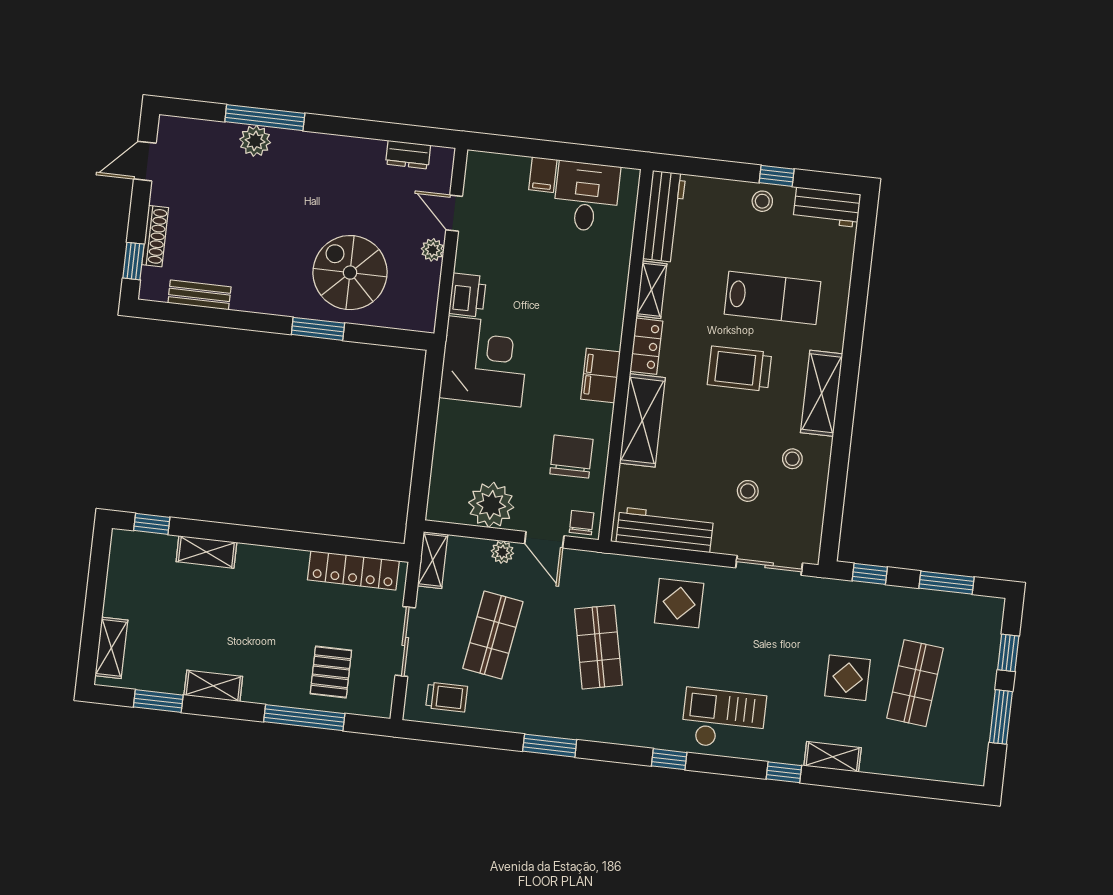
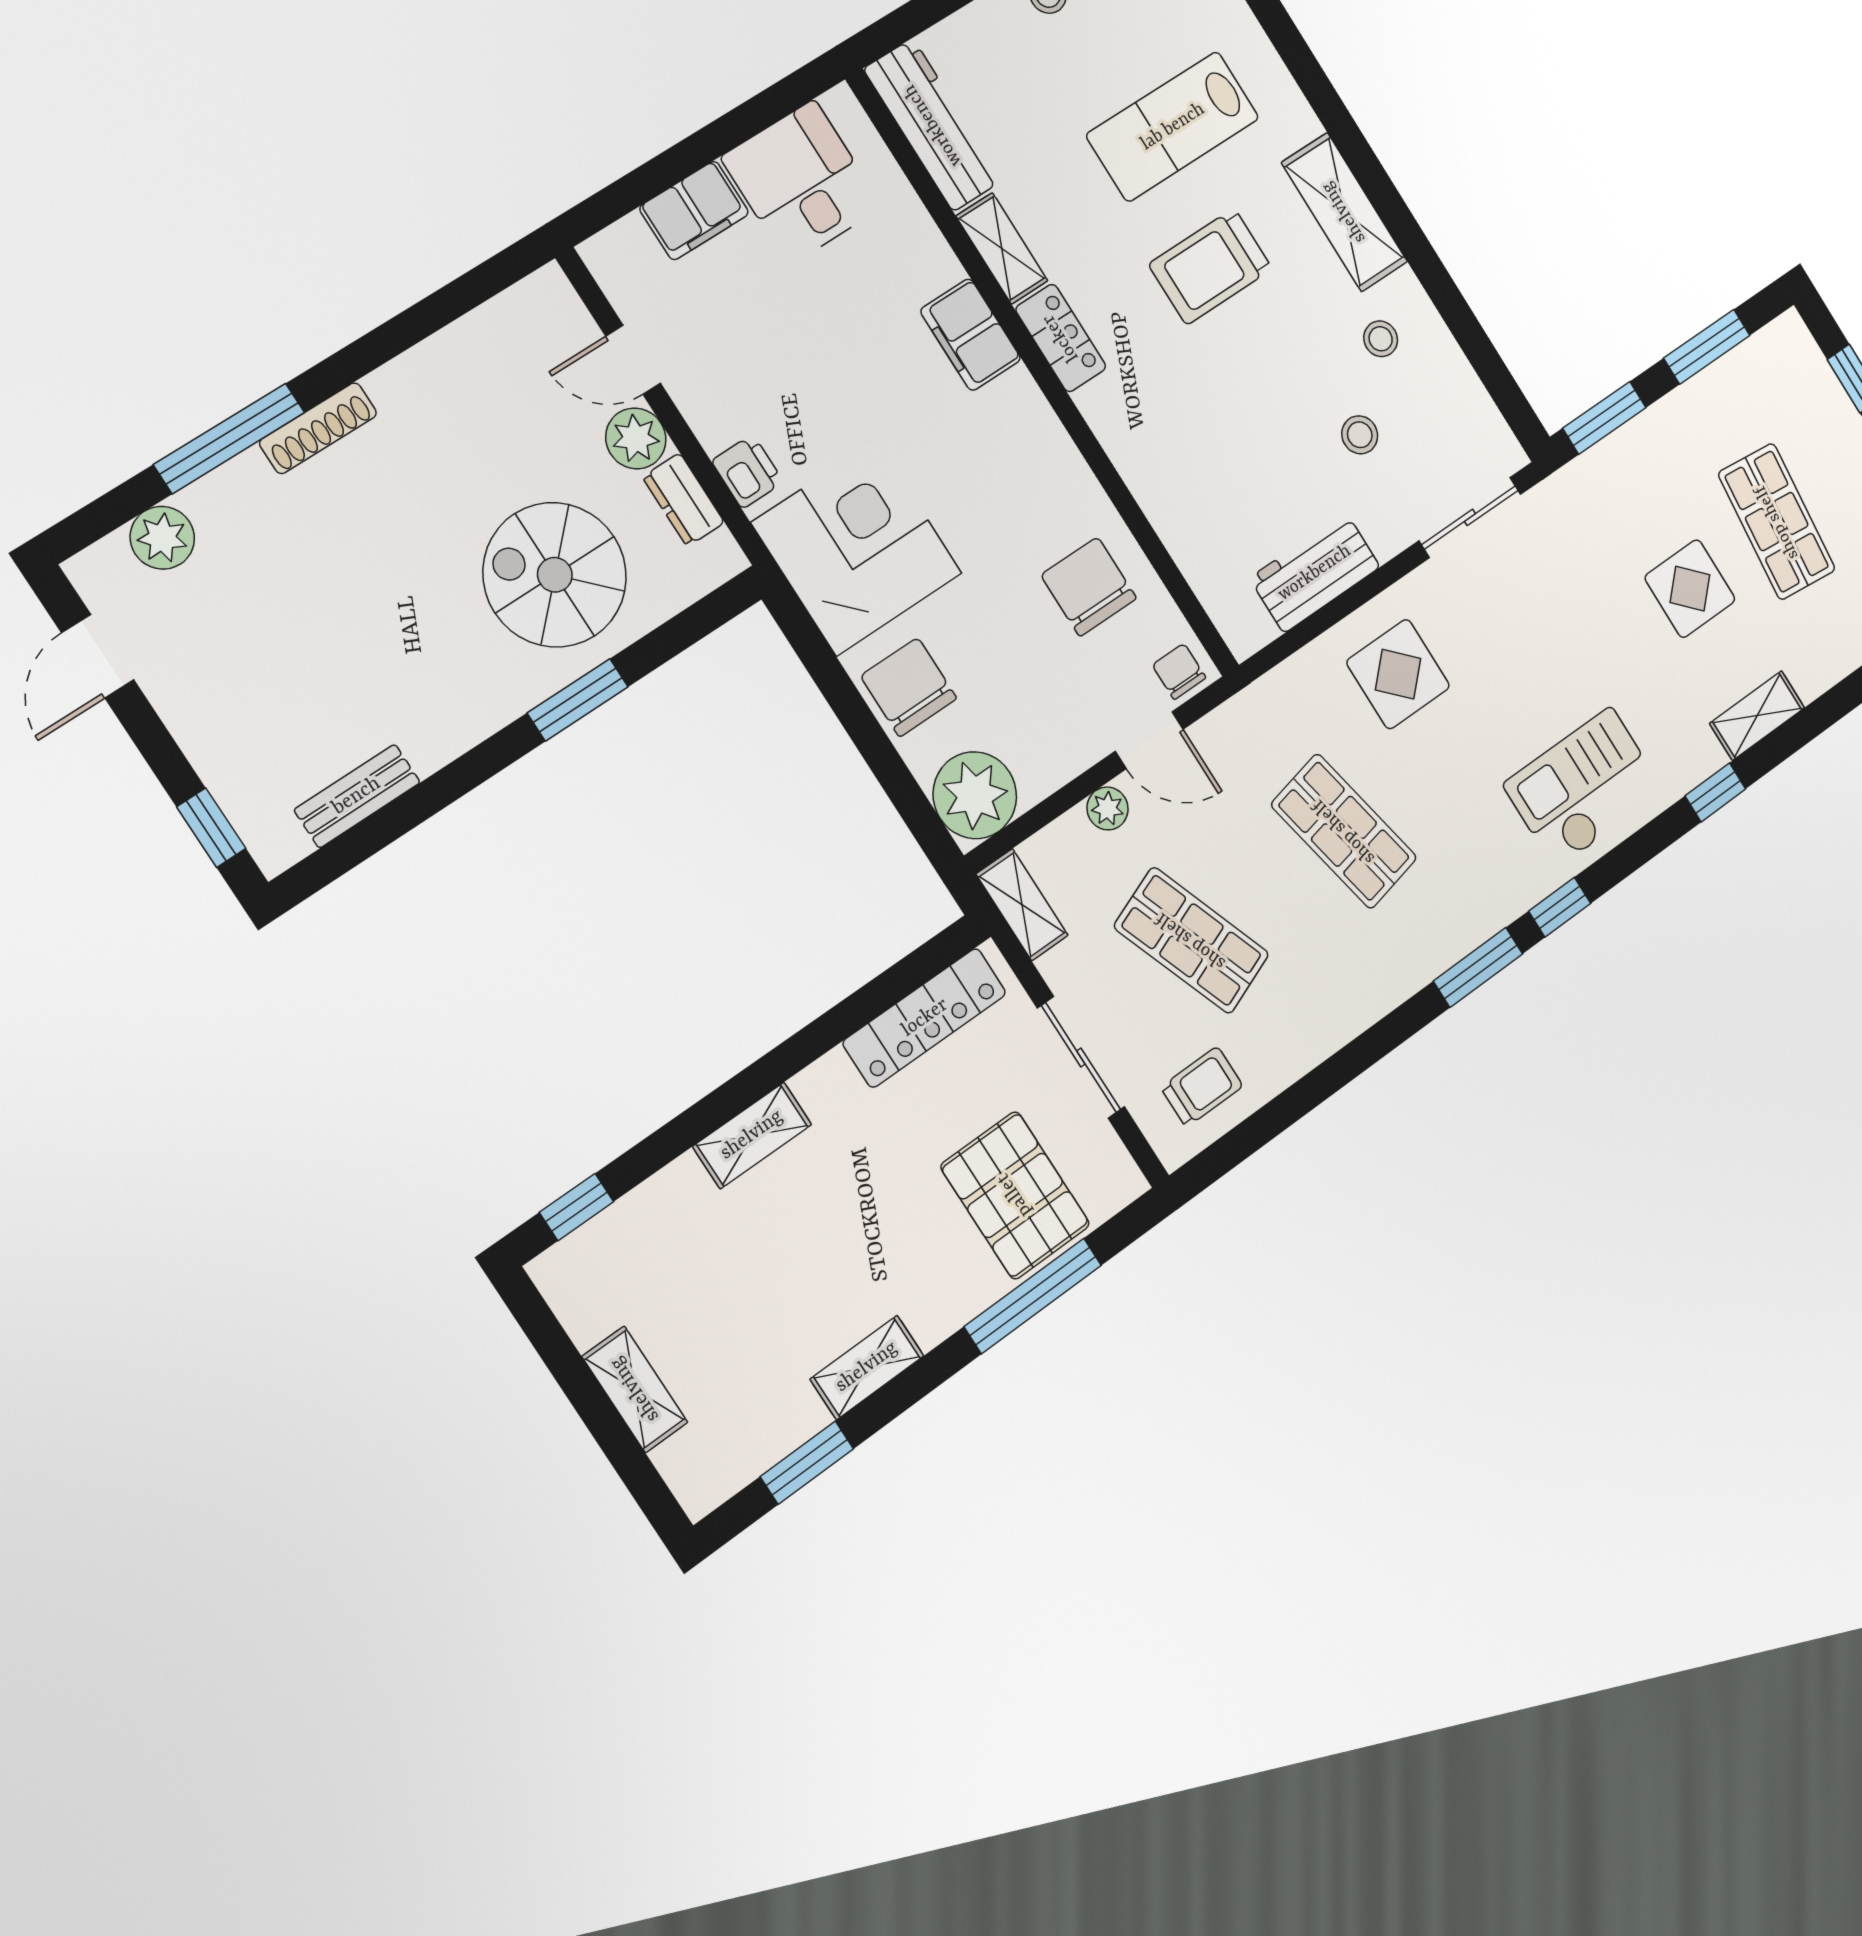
plant: (255, 141) -> (162, 538), moved
dresser: (408, 155) -> (683, 500), moved, turned 90
filing cabinet: (543, 175) -> (694, 210), width x2.00
shoe rack: (155, 236) -> (318, 428), moved, turned 90
plant: (433, 250) -> (636, 438), width x1.38, depth x1.38
printer: (468, 295) -> (747, 472), width x0.73, depth x0.81
lab bench: (772, 298) -> (1173, 127), turned 180
filing cabinet: (600, 375) -> (971, 335), moved
shelving: (642, 420) -> (1142, 452), removed
chair: (459, 434) -> (909, 687), added
plant: (491, 505) -> (975, 795), moved
workbench: (665, 530) -> (1315, 573), width x0.73
shelving: (206, 552) -> (752, 1135), moved
window: (870, 574) -> (1604, 418), width x1.50
shop shelf: (493, 635) -> (1191, 940), turned -30
shelving: (111, 648) -> (635, 1389), moved
pallet: (331, 672) -> (1015, 1195), width x1.50, depth x1.42
window: (550, 746) -> (1478, 967), moved

